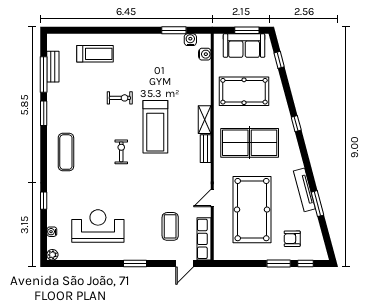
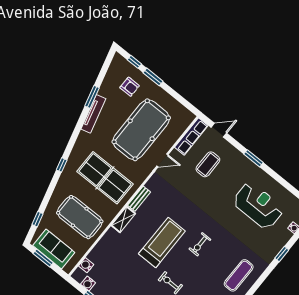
reception desk: (98, 226) -> (258, 206), turned 180

